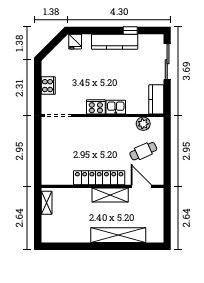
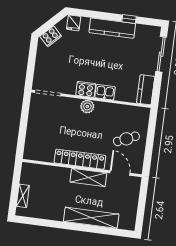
cooker: (48, 86) -> (51, 36), moved, turned 45
plant: (143, 124) -> (87, 106), moved
shelving: (47, 203) -> (23, 196), moved

